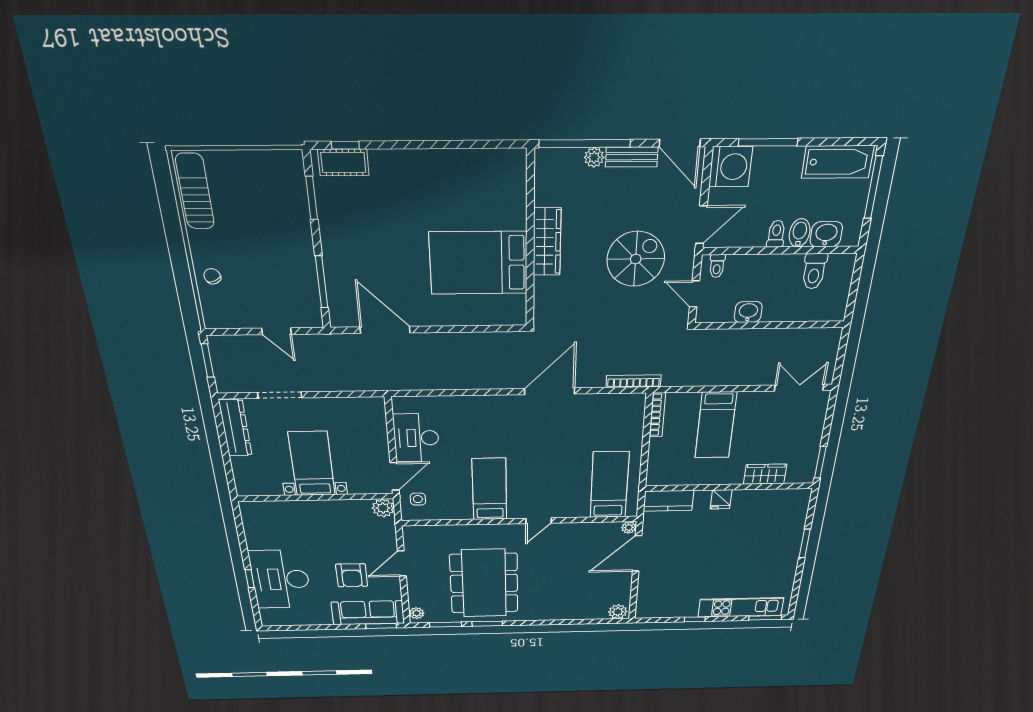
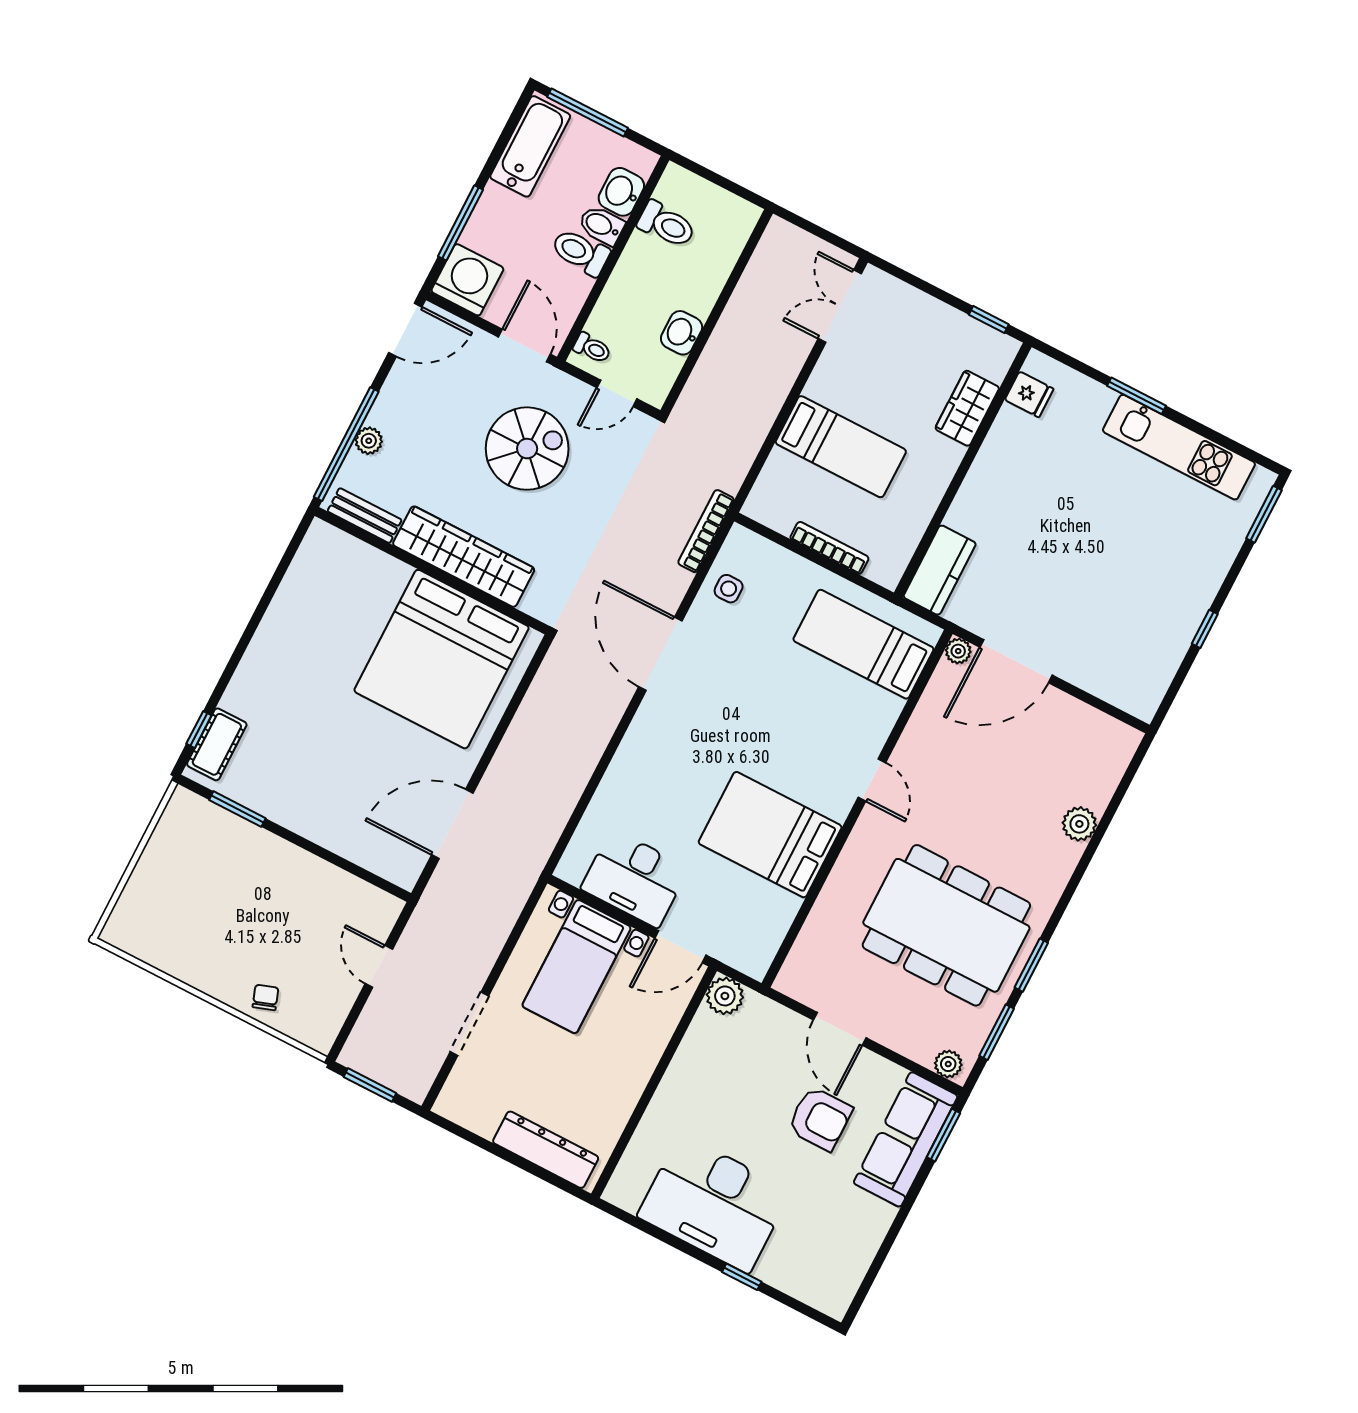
bench: (632, 157) -> (365, 516), moved, turned 90
sun lounger: (195, 191) -> (156, 944), removed
toilet: (776, 234) -> (580, 252), width x1.37, depth x1.39
wardrobe: (547, 242) -> (464, 557), width x1.40, depth x1.17
spiral stairs: (636, 259) -> (527, 449), turned 90
bed: (479, 263) -> (442, 659), width x1.36
chair: (212, 276) -> (265, 997), turned 95
window: (322, 282) -> (346, 865), removed
door: (276, 331) -> (379, 966), swing flipped
bookcase: (657, 415) -> (829, 548), moved
dresser: (235, 428) -> (546, 1150), moved
window: (820, 462) -> (989, 319), width x0.67
bed with nightstands: (312, 464) -> (576, 967), moved, turned -90
door: (394, 476) -> (680, 947), swing flipped
bed: (489, 489) -> (770, 835), width x1.50
side table: (418, 499) -> (729, 589), moved
fridge: (721, 499) -> (1029, 394), moved
door: (637, 554) -> (1016, 661), hinge flipped
desk: (280, 579) -> (714, 1203), moved
kitchen unit: (741, 607) -> (1179, 447), moved, turned -90
plant: (618, 612) -> (1079, 824), moved

